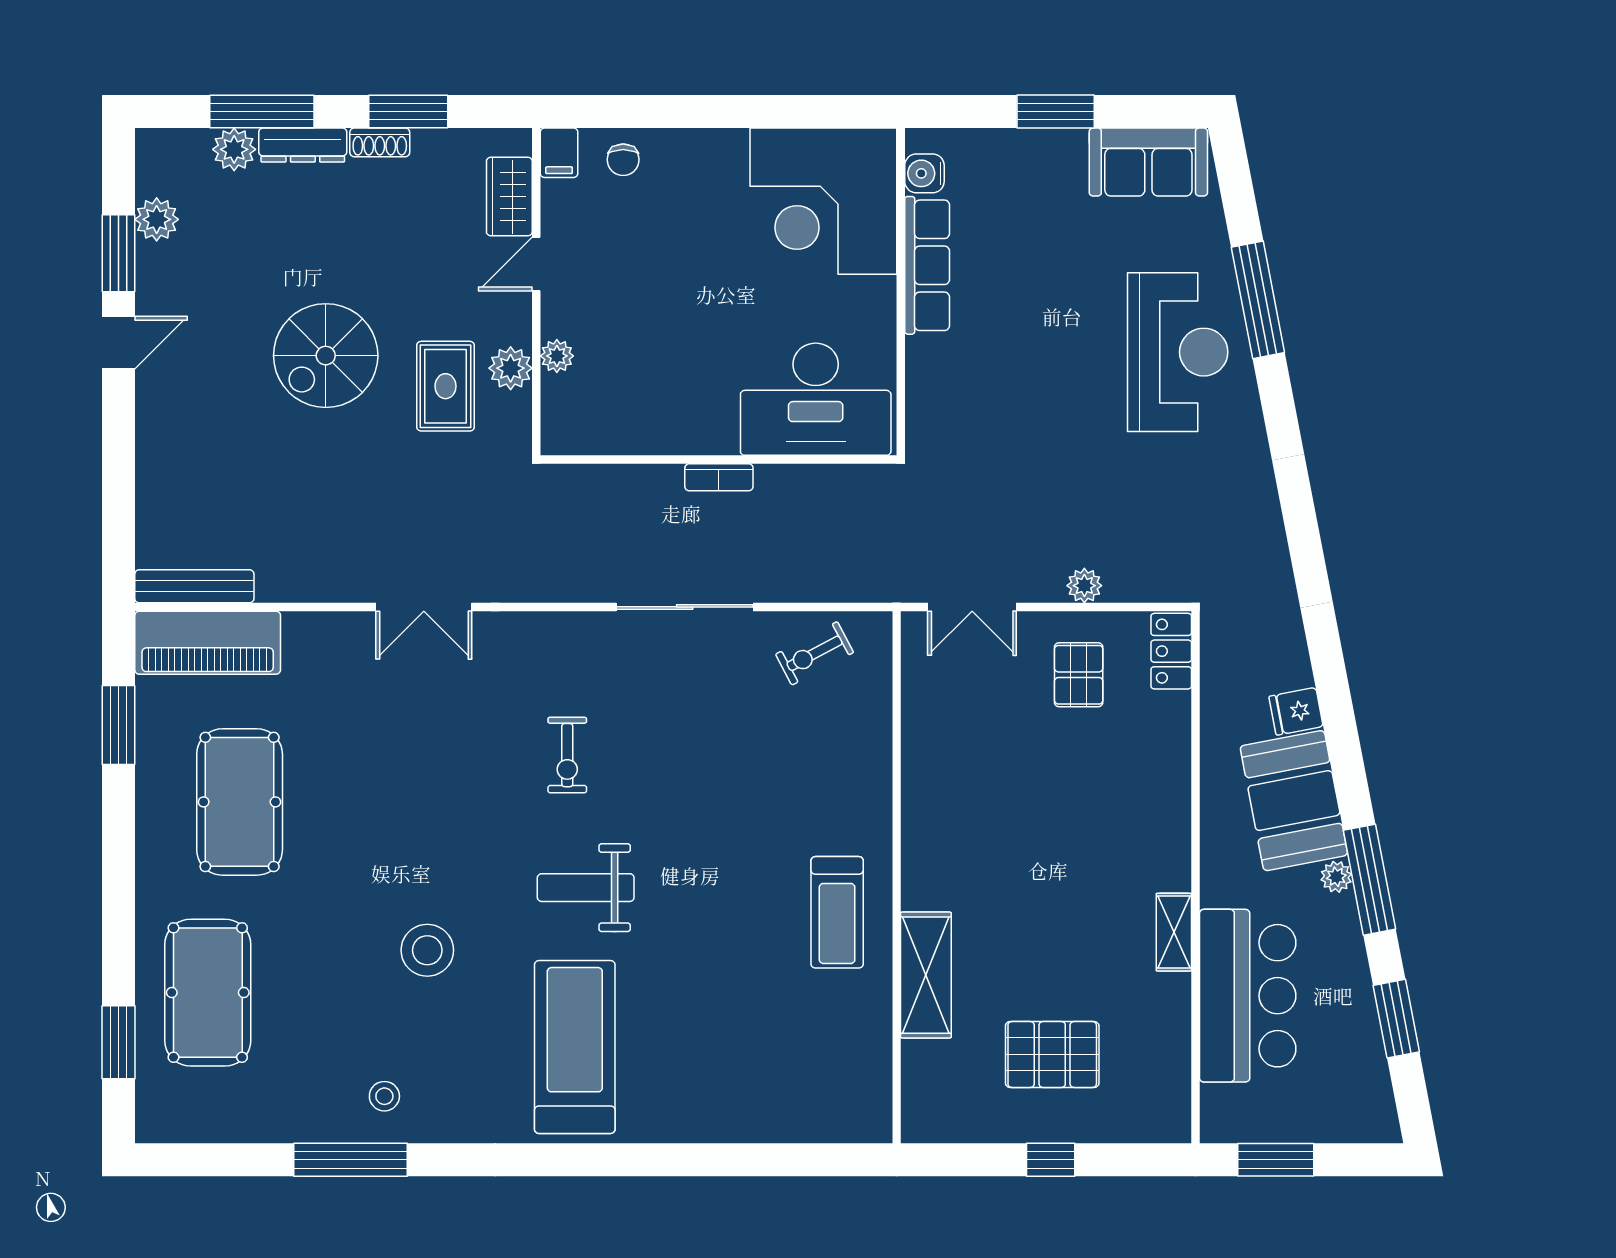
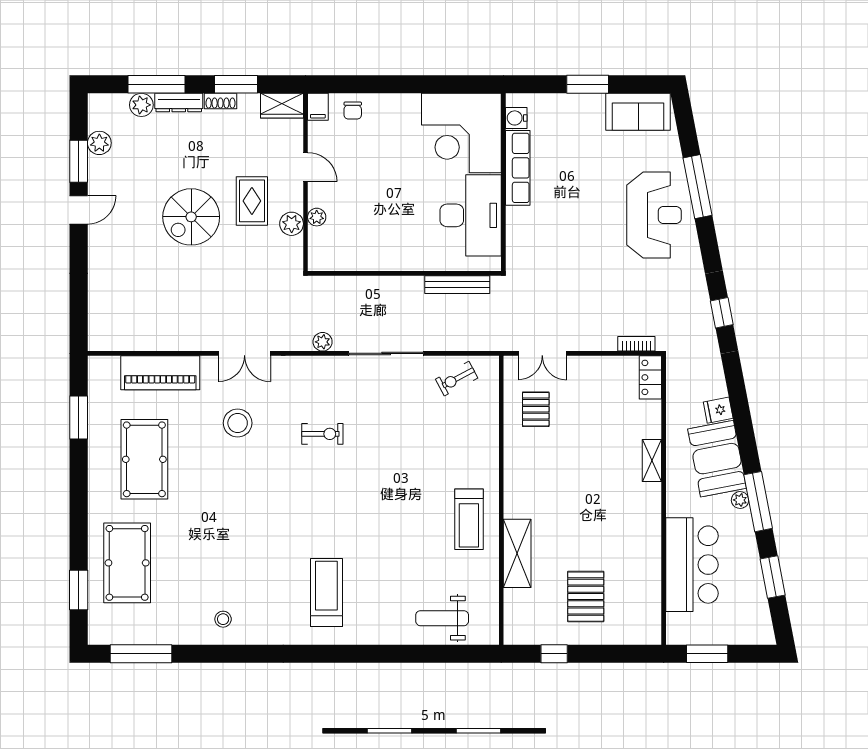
wardrobe: (509, 197) -> (282, 106), moved, turned -90
door: (536, 264) -> (306, 167), swing flipped
rug: (446, 386) -> (252, 201), moved
desk: (816, 399) -> (471, 215), moved, turned -90
bookcase: (719, 477) -> (636, 344), moved, turned 180
window: (1303, 532) -> (722, 313), added
bench: (194, 586) -> (457, 285), moved
plant: (1084, 586) -> (323, 342), moved
piano: (208, 643) -> (160, 373), moved
pallet: (1079, 675) -> (536, 409), moved
exercise bike: (567, 755) -> (322, 434), turned -90
weight bench: (586, 888) -> (442, 618), moved
shelving: (1174, 932) -> (652, 460), moved
stool: (427, 950) -> (238, 423), moved
treadmill: (575, 1047) -> (326, 592), width x0.73, depth x0.73
pallet: (1052, 1054) -> (586, 597), turned 90
window: (350, 1160) -> (141, 654), moved
window: (1051, 1160) -> (554, 654), moved

